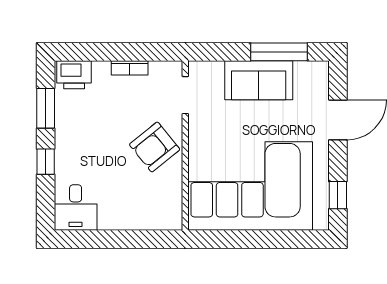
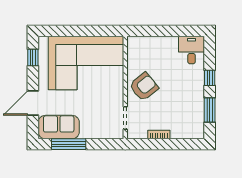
printer: (74, 75) -> (192, 130), removed
sofa: (259, 80) -> (59, 127), moved

